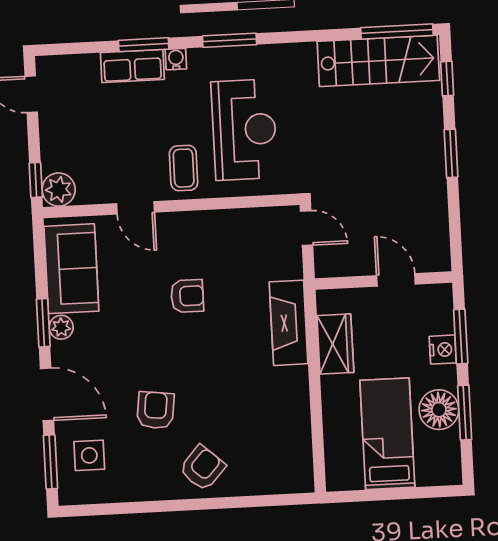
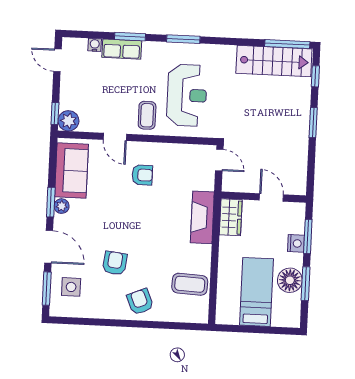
water cooler: (176, 59) -> (95, 45), moved
armchair: (187, 296) -> (142, 175), moved
wardrobe: (335, 344) -> (231, 217), moved
coffee table: (279, 432) -> (190, 284), added
armchair: (202, 468) -> (140, 302), turned -65

